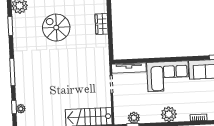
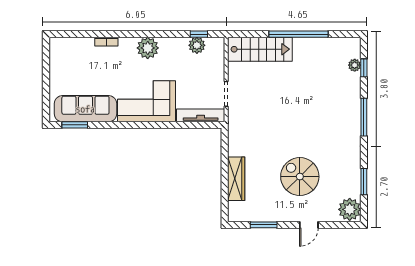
wardrobe: (102, 24) -> (236, 179), width x1.50
spiral stairs: (56, 28) -> (300, 177), turned 180

